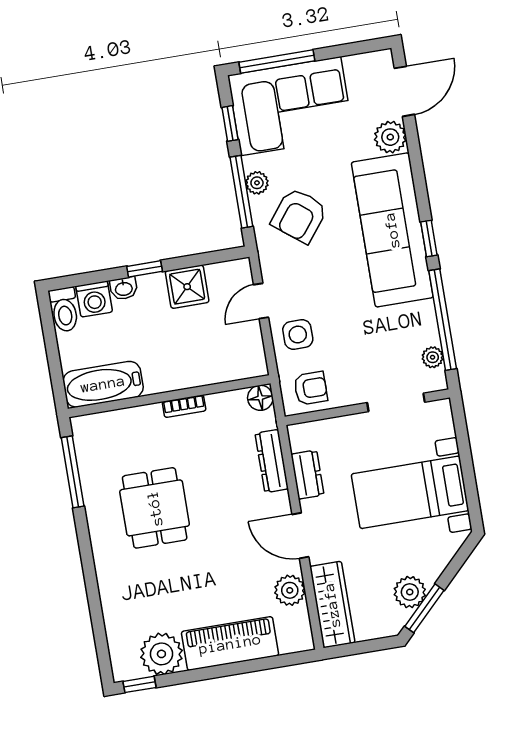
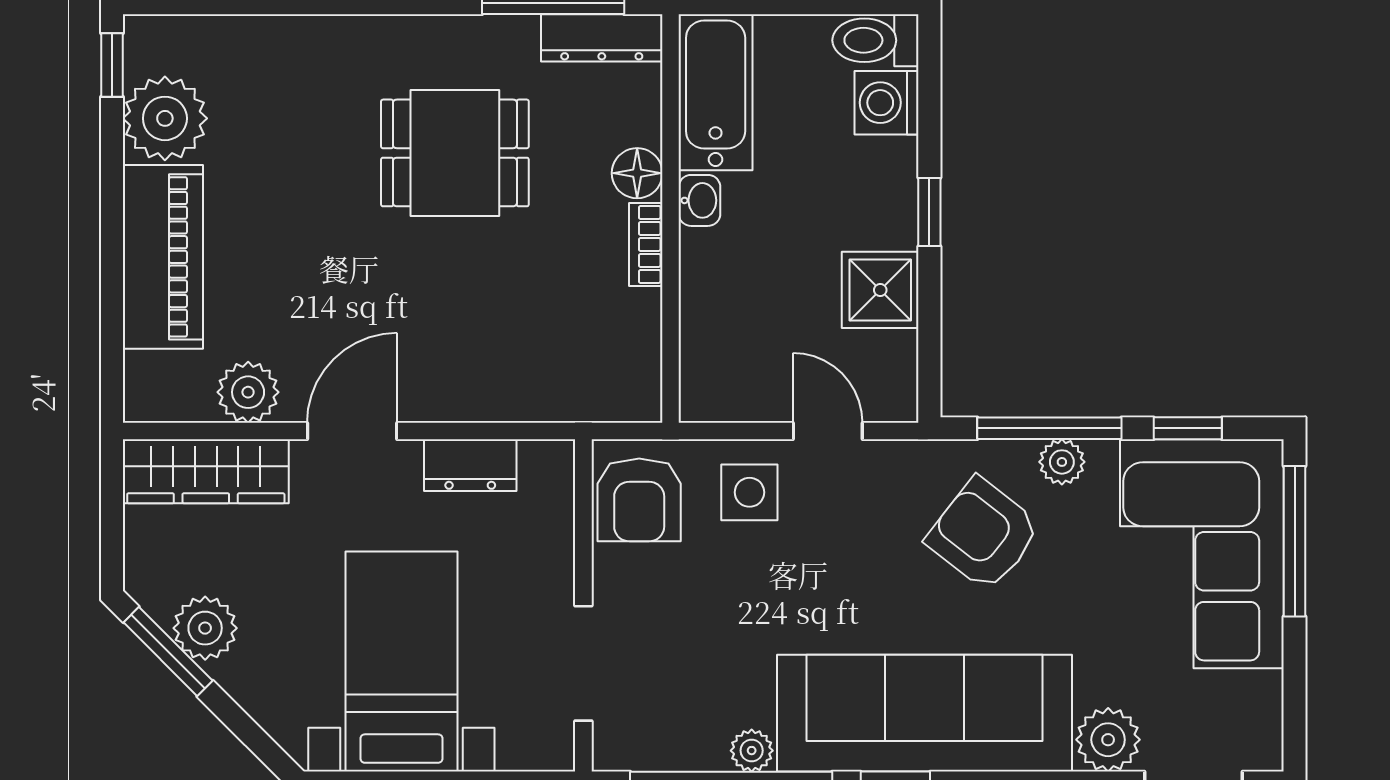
washbasin: (124, 288) -> (699, 200), moved, turned 180
plant: (433, 357) -> (752, 751), moved
armchair: (311, 388) -> (639, 500), width x1.38, depth x1.38
floor lamp: (260, 398) -> (637, 173), moved
dresser: (272, 461) -> (602, 38), moved, turned 180

